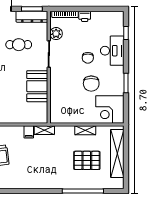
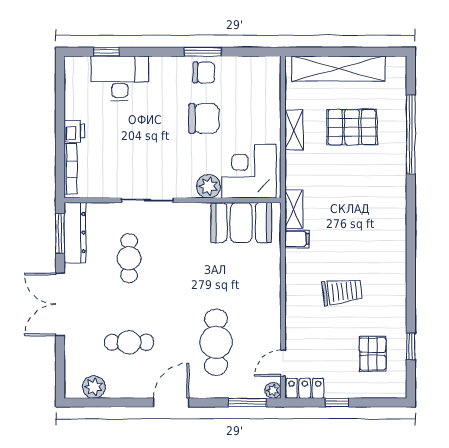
plant: (56, 34) -> (209, 186), moved
desk: (112, 51) -> (120, 78), moved
chair: (88, 58) -> (204, 72), moved
booth: (37, 86) -> (241, 222), moved
corner desk: (110, 110) -> (249, 171), moved, turned 180
pallet: (87, 160) -> (352, 127), turned 90

